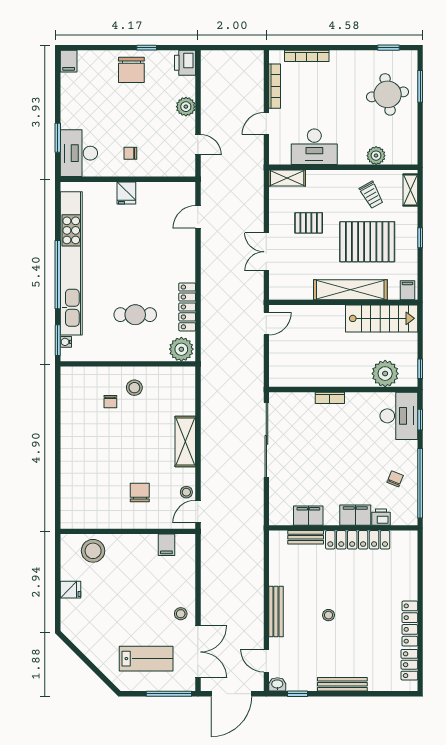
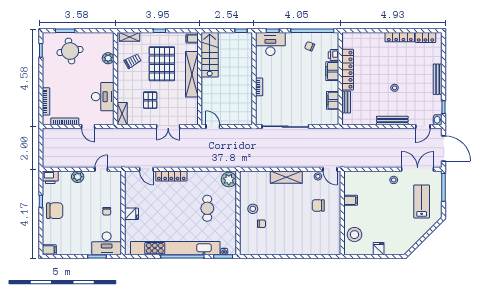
locker: (187, 307) -> (171, 176), moved
plant: (385, 374) -> (244, 53), removed
filing cabinet: (166, 545) -> (351, 200), moved

